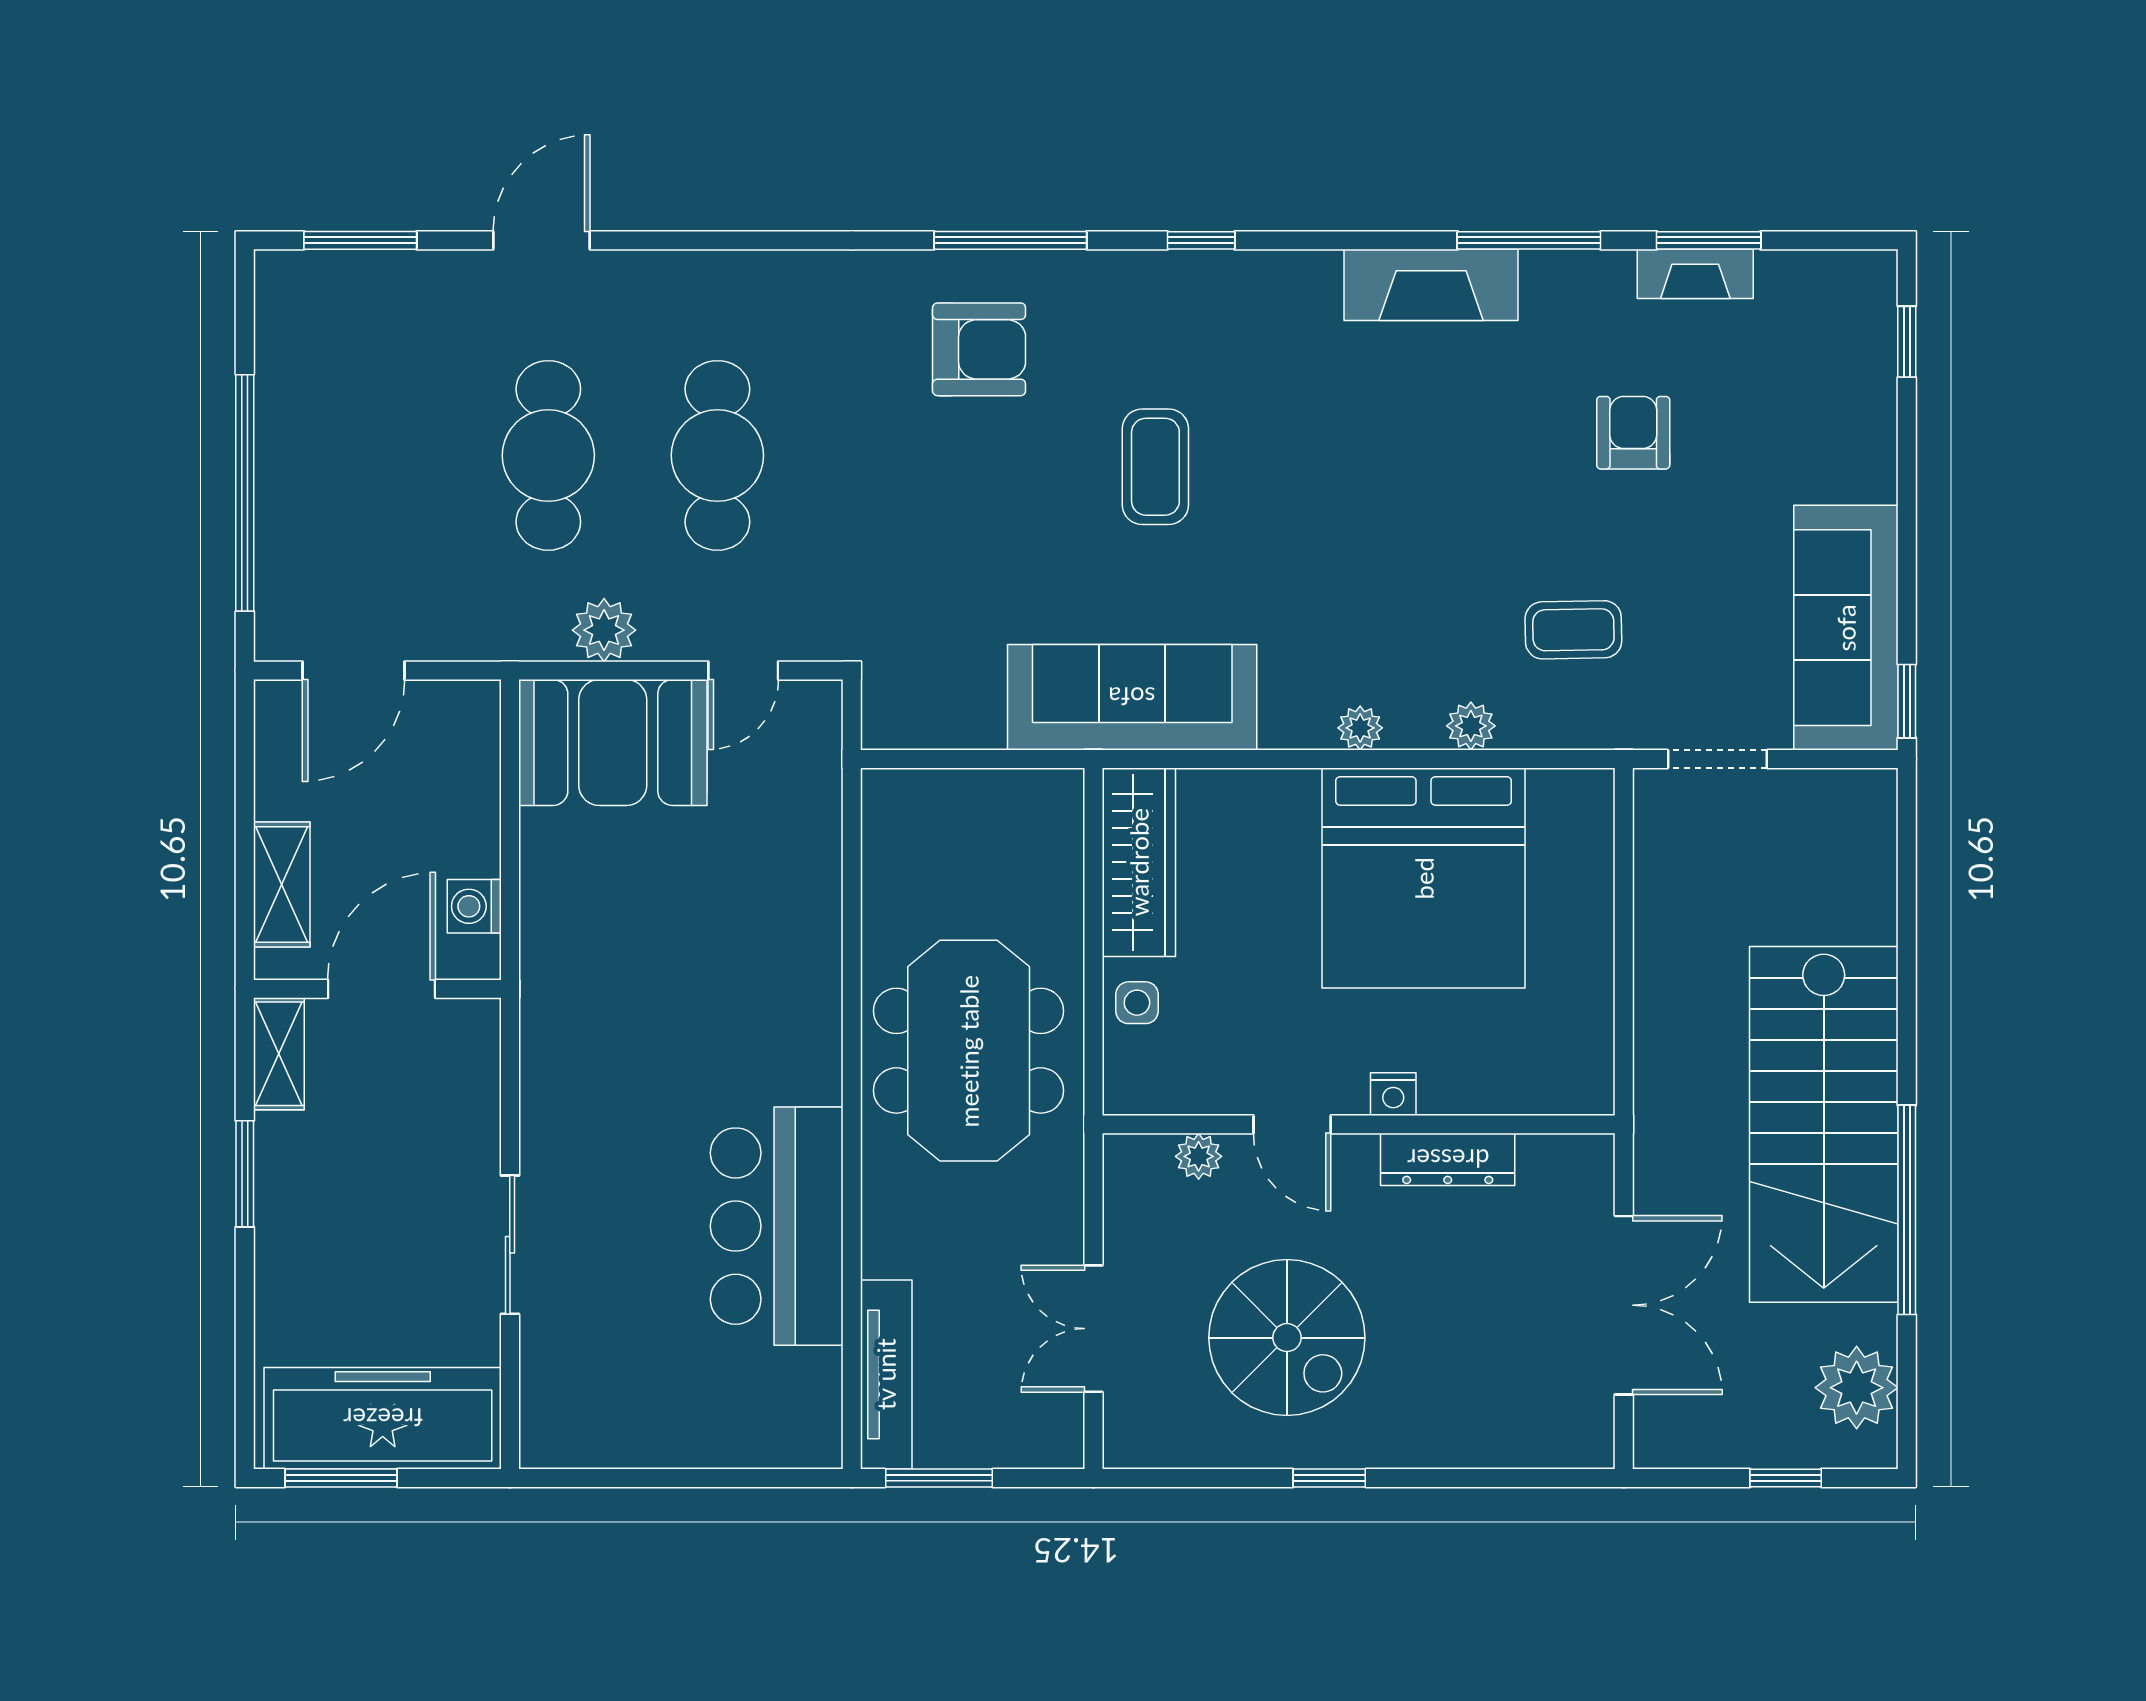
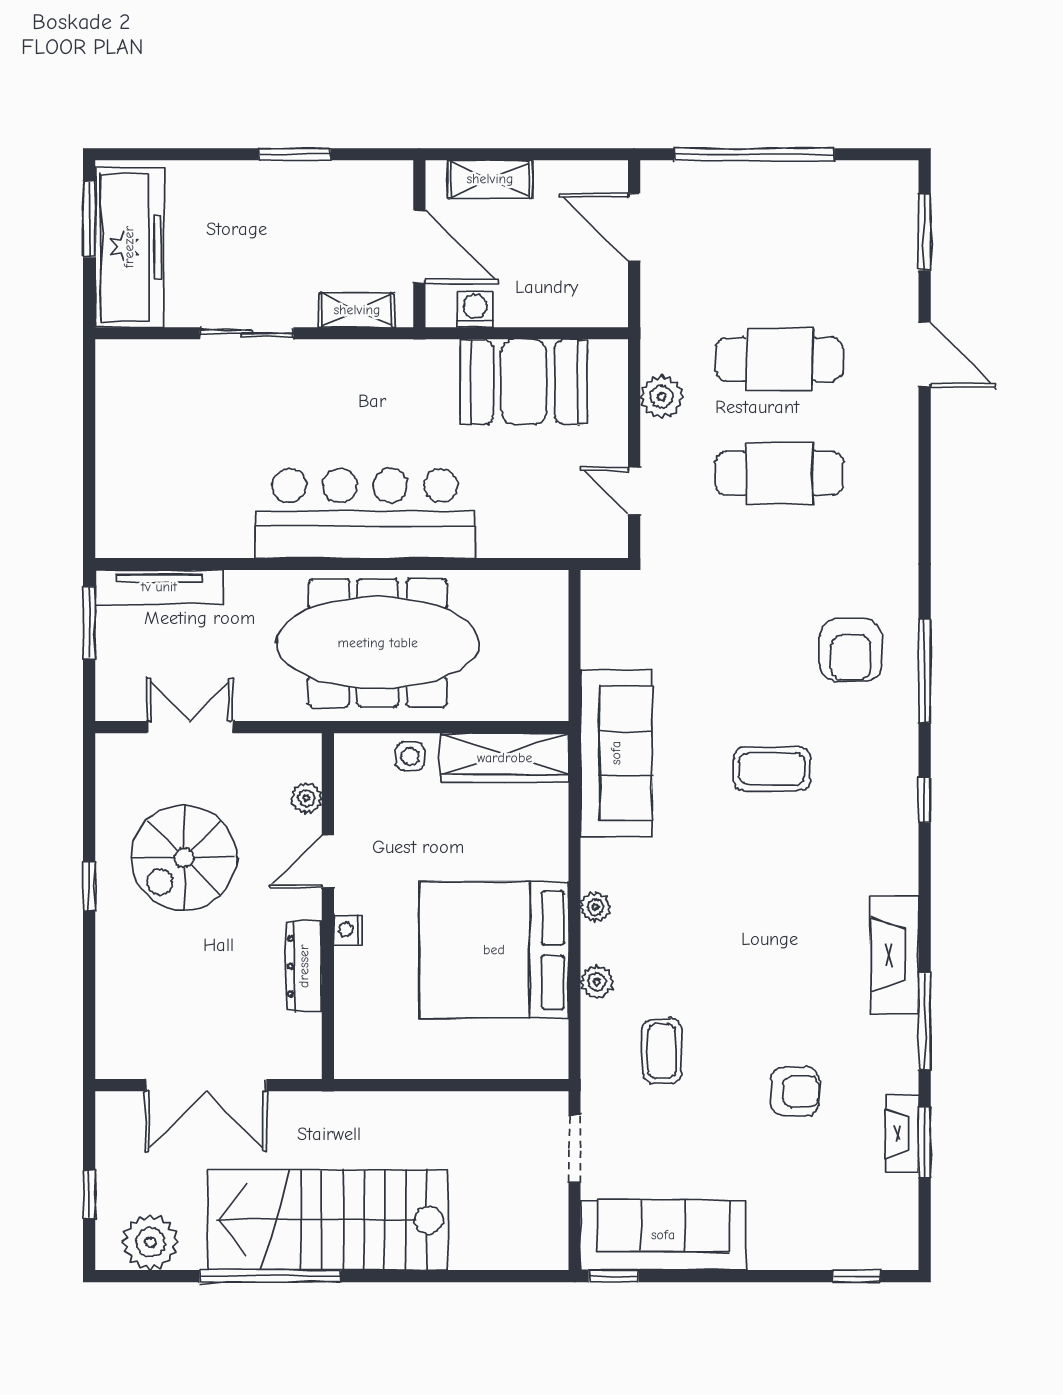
booth: (613, 742) -> (524, 382), moved, turned 90
meeting table: (969, 1051) -> (378, 643), width x1.36
shelving: (279, 1054) -> (357, 310), moved
bar counter: (777, 1226) -> (365, 513), moved, width x1.36

